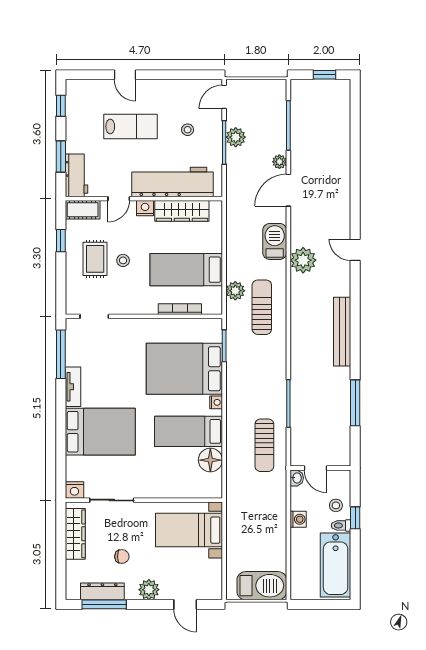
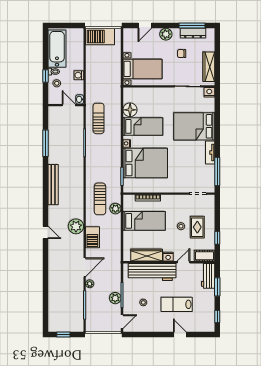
door: (185, 604) -> (145, 26), swing flipped

